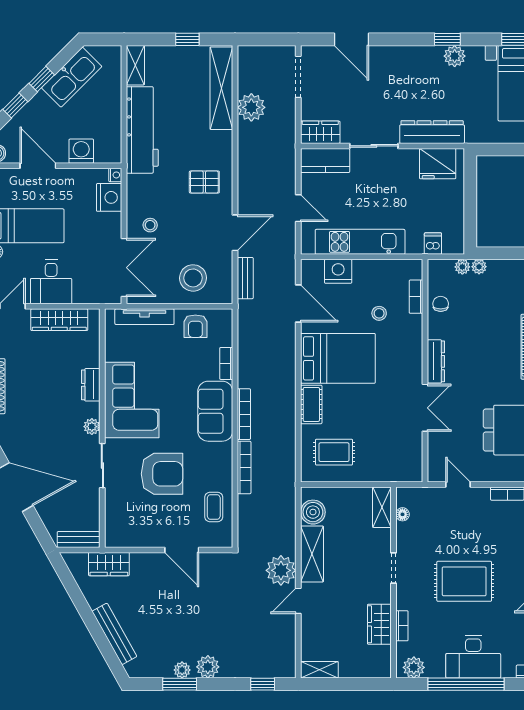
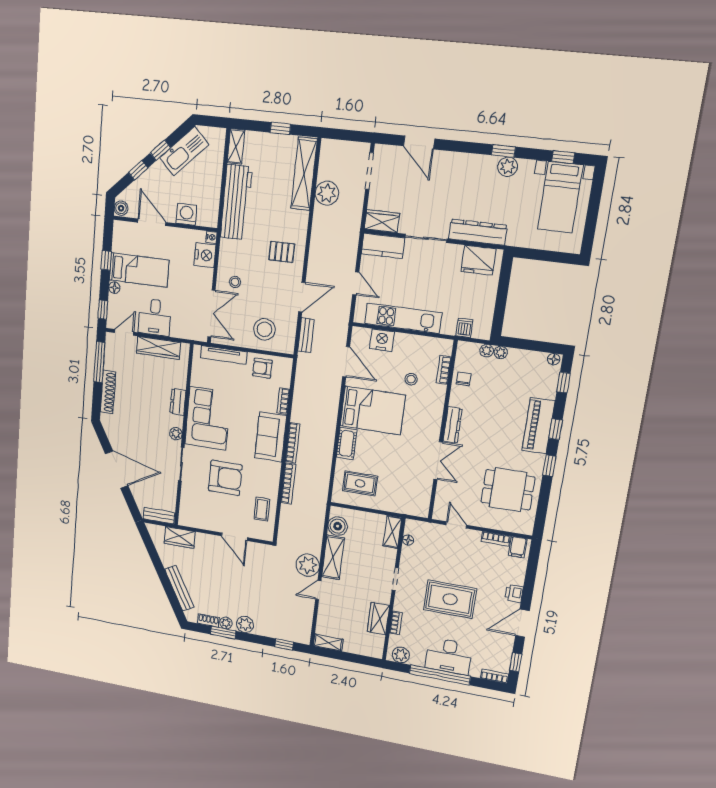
armchair: (195, 326) -> (262, 368), turned 90
shoe rack: (158, 671) -> (208, 620), added

